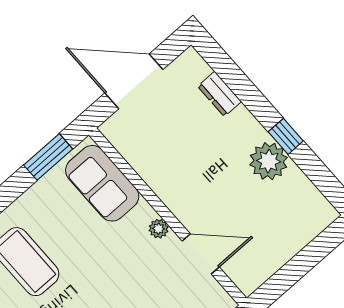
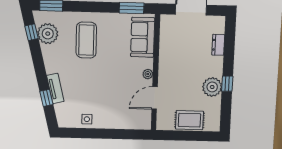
rug: (282, 239) -> (189, 120), added
door: (201, 254) -> (155, 98), swing flipped

